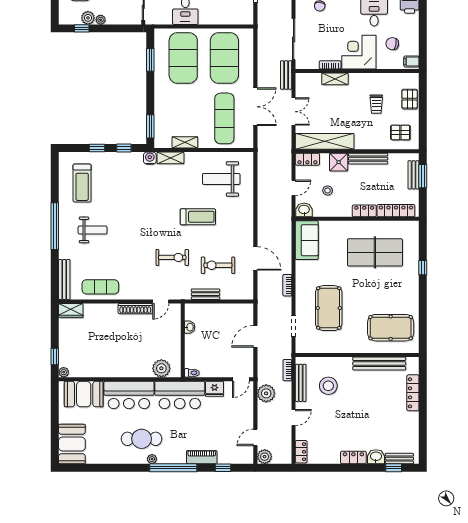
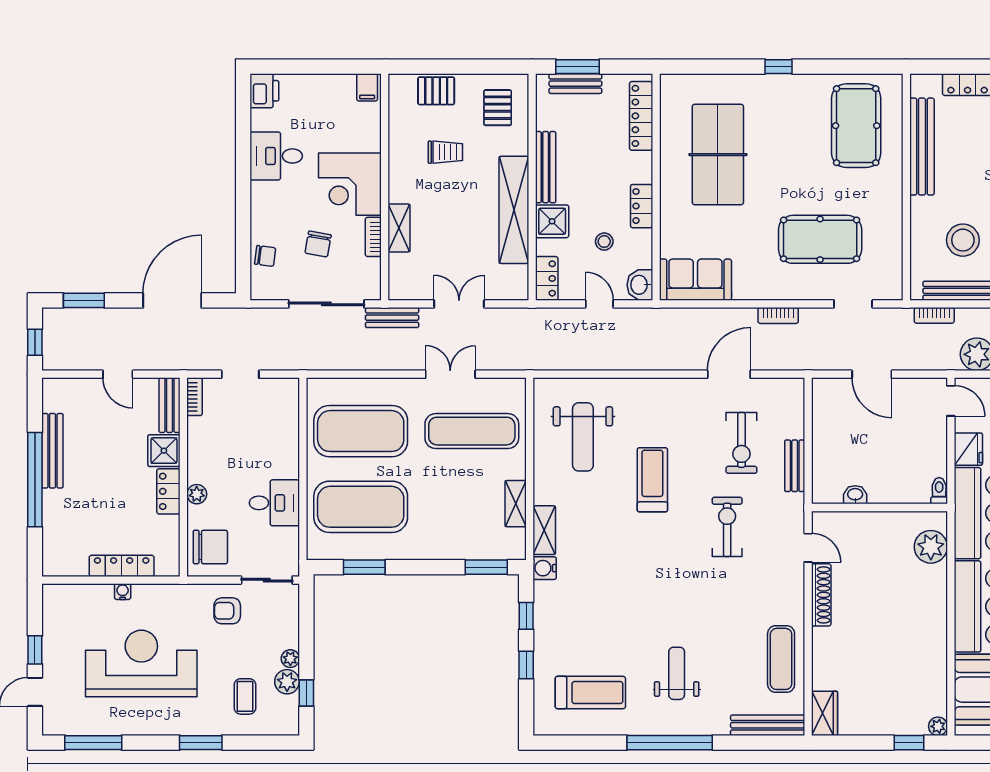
chair: (392, 44) -> (318, 244), moved
double door: (255, 107) -> (450, 374), width x0.73
shelving: (325, 141) -> (514, 210), moved
locker: (364, 211) -> (642, 206), moved
window: (423, 268) -> (778, 67), moved

